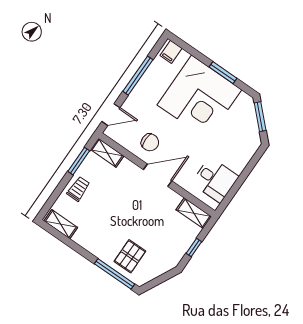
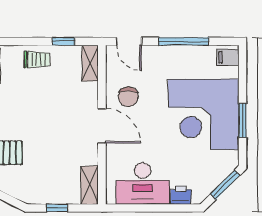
printer: (246, 153) -> (181, 195), added
window: (79, 161) -> (63, 41), width x0.67
desk: (215, 180) -> (143, 183), width x1.37

